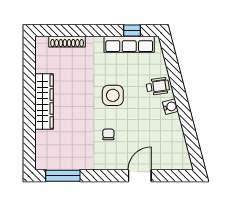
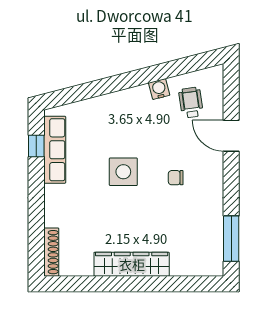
shoe rack: (67, 42) -> (51, 252), moved
wheelchair: (158, 86) -> (191, 103), moved
water cooler: (170, 107) -> (159, 89), moved

